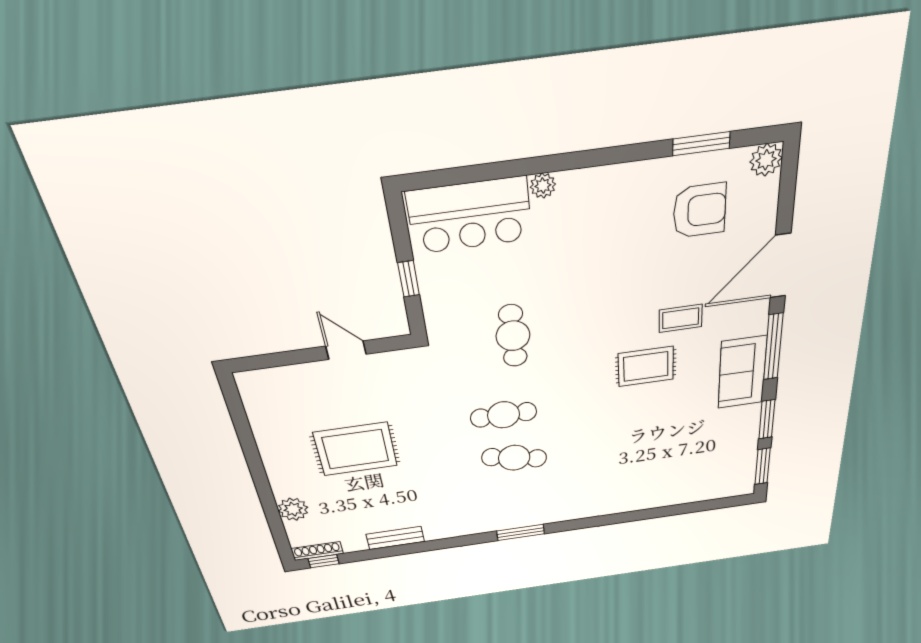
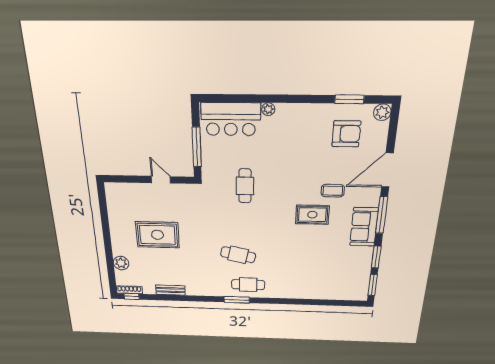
window: (408, 279) -> (197, 147), width x2.17
cafe table: (504, 415) -> (248, 285), moved

